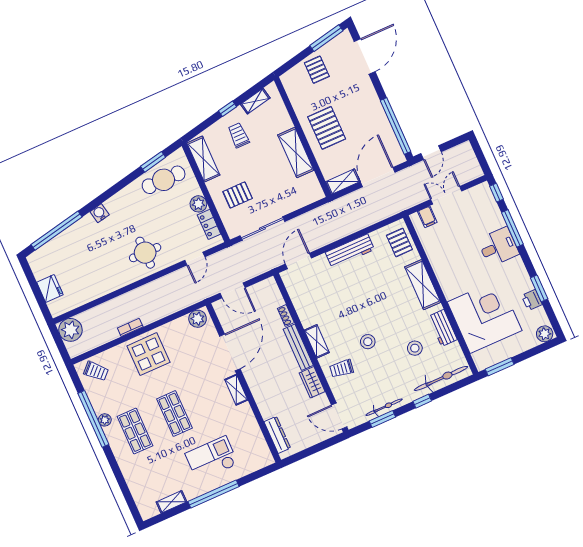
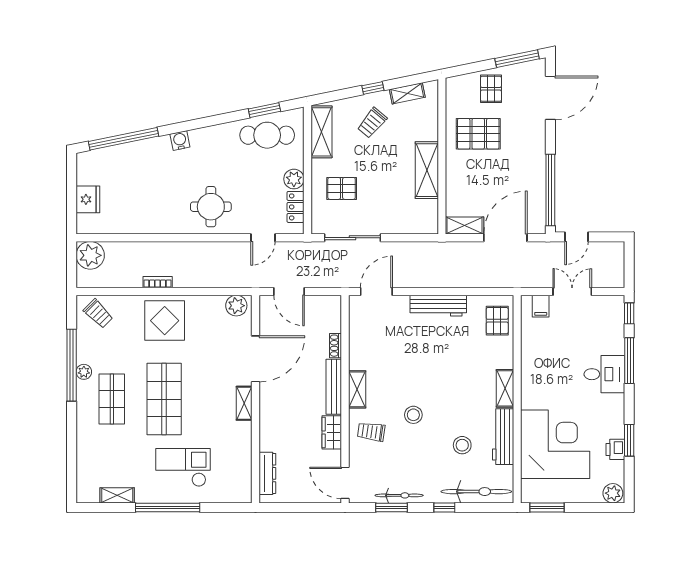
pallet: (327, 128) -> (478, 134), moved, turned 90
trolley: (239, 135) -> (372, 123), turned -140
shelving: (423, 285) -> (505, 388), width x0.67, depth x0.75
workbench: (443, 328) -> (503, 437), width x1.38
shop shelf: (174, 413) -> (164, 399), width x1.43, depth x1.36

